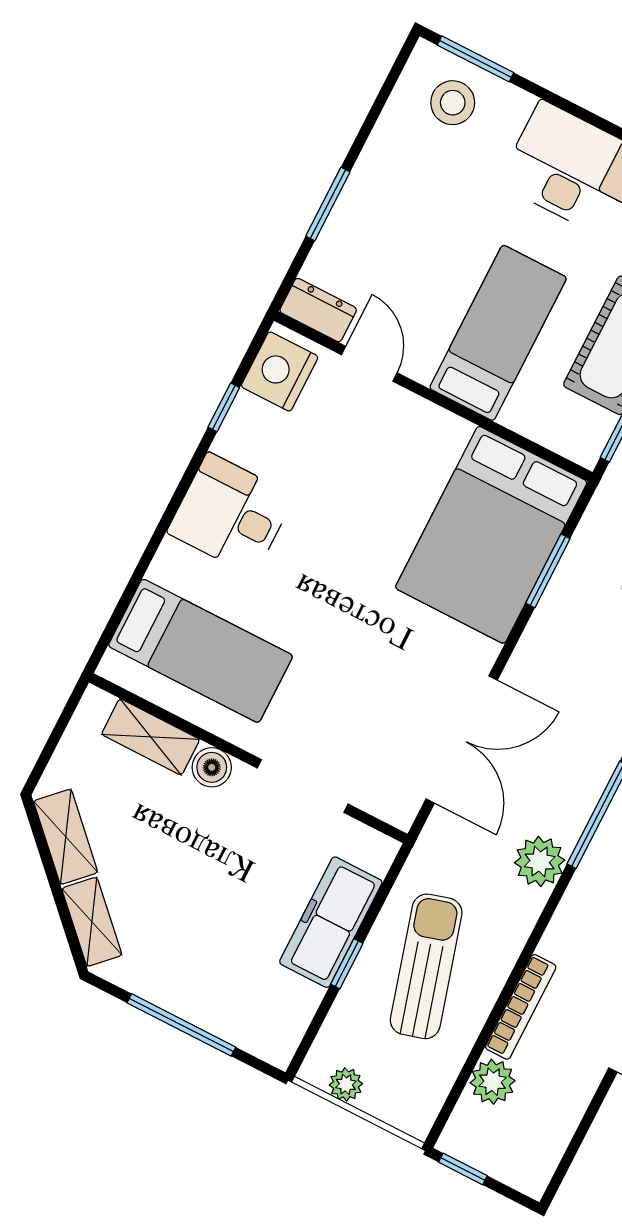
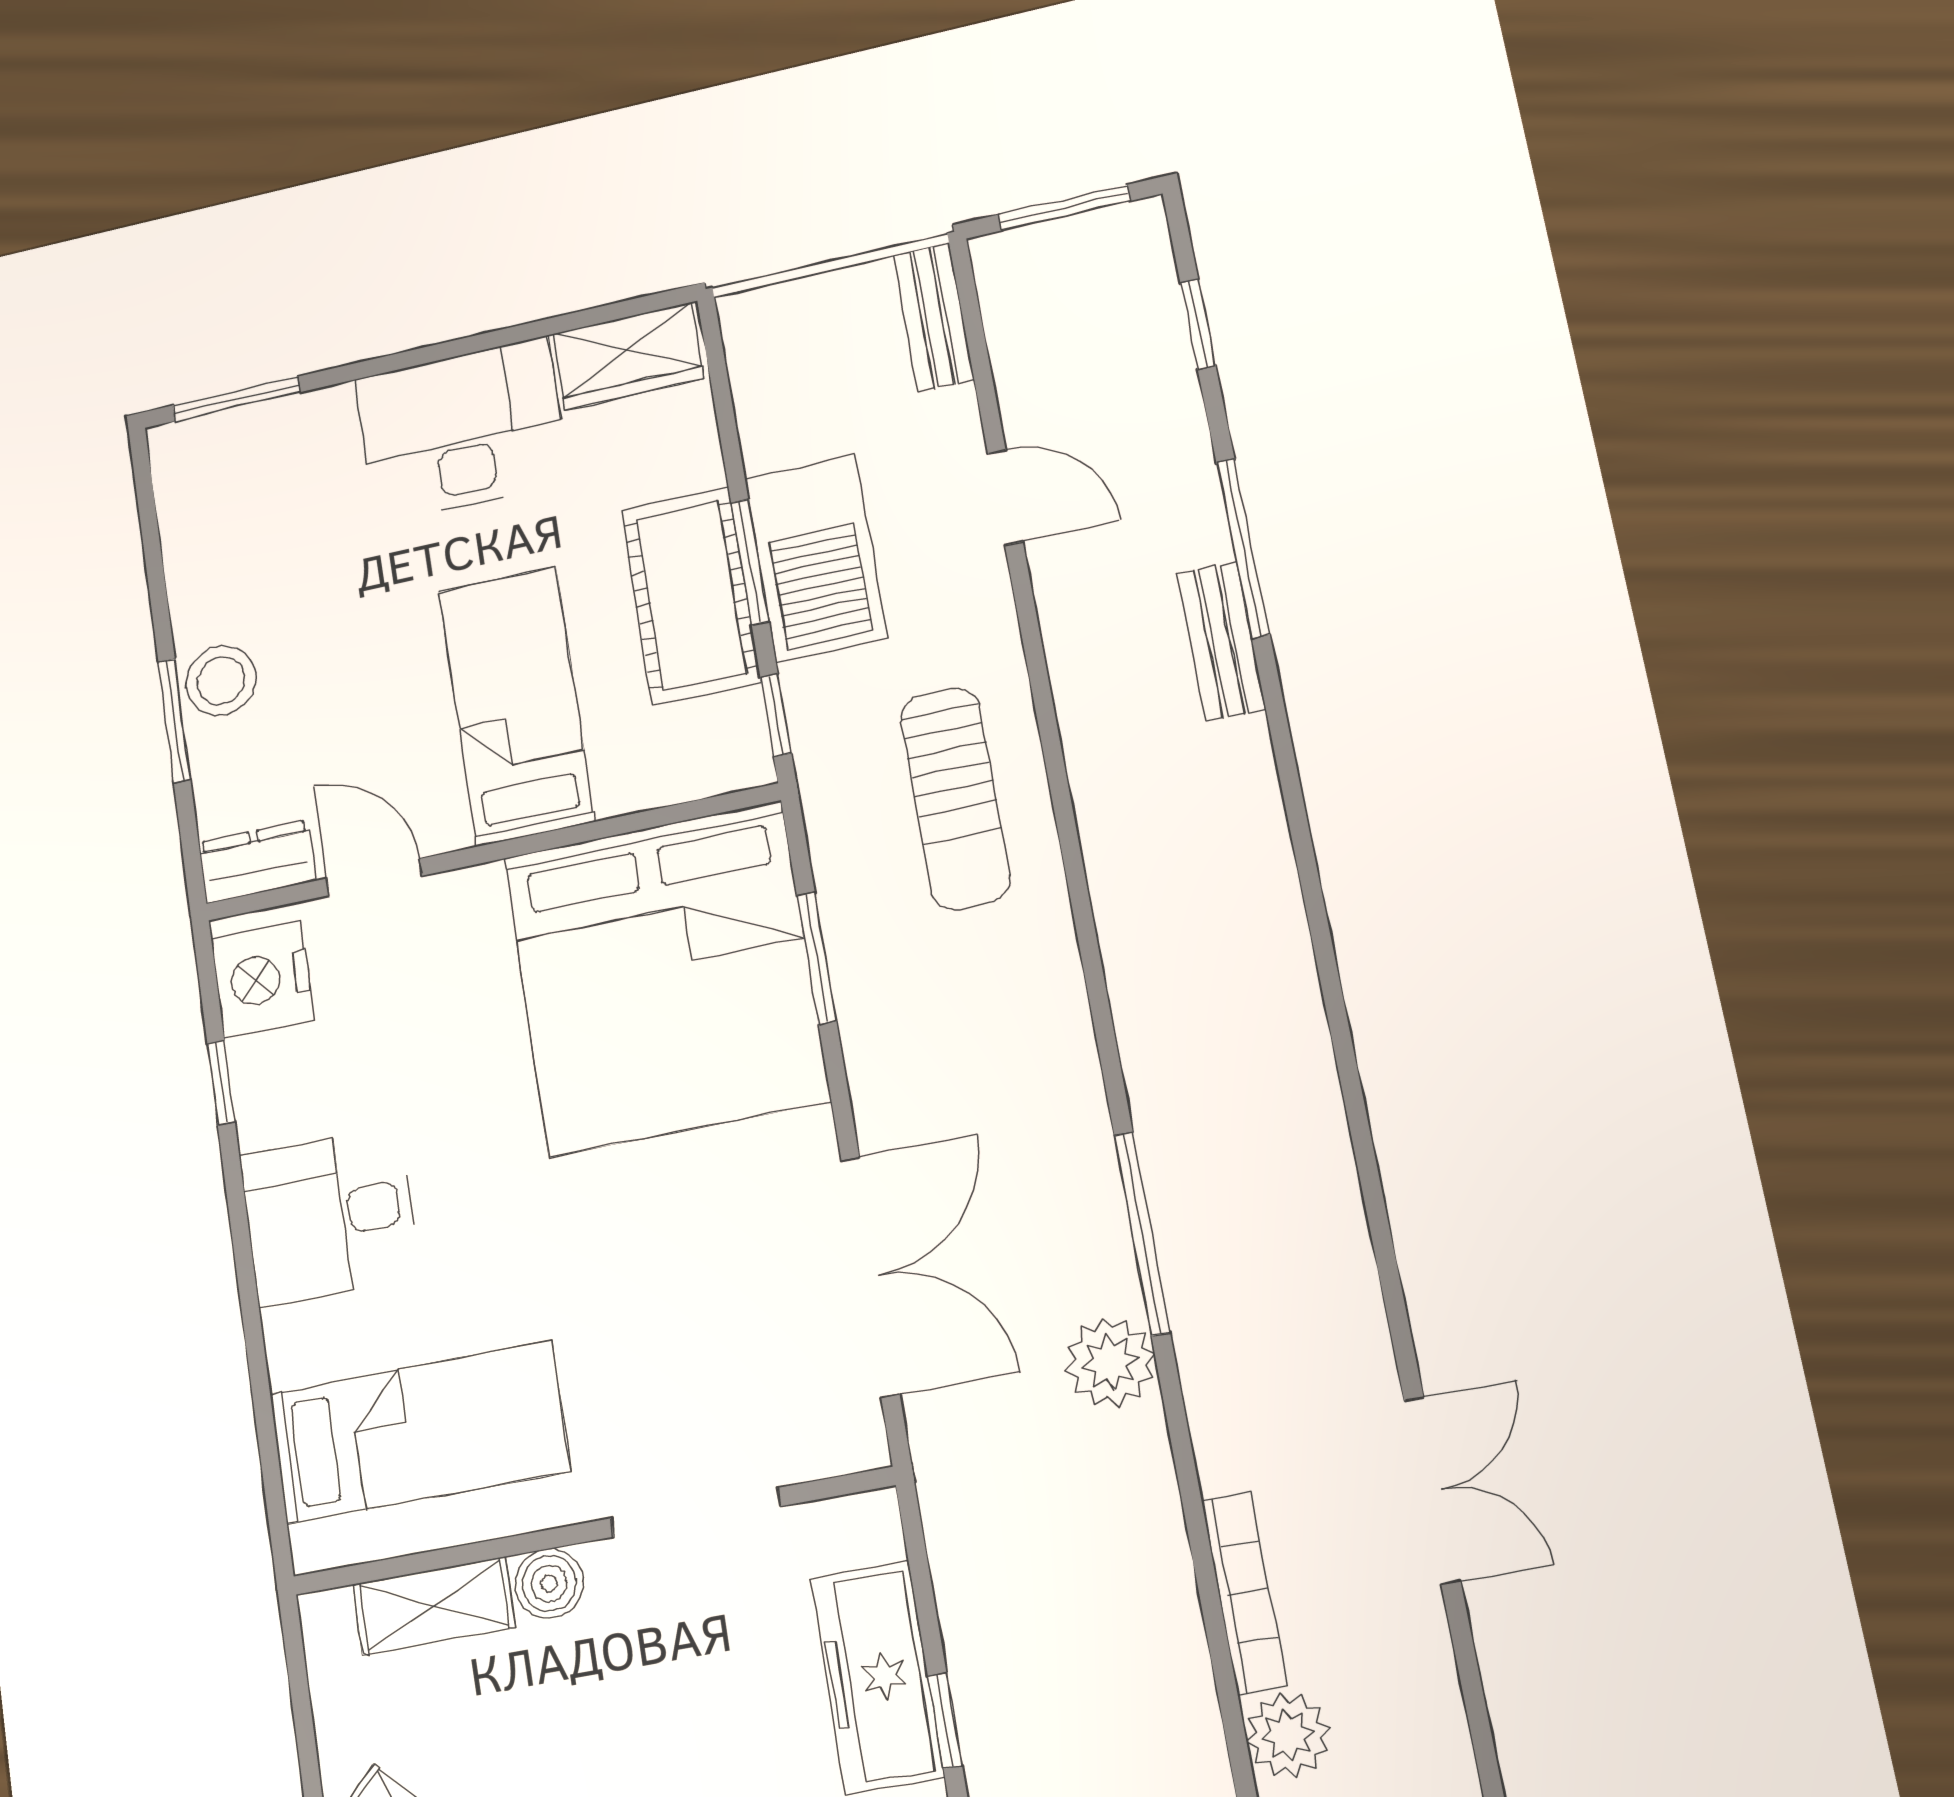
stool: (453, 103) -> (221, 681), moved
bed: (491, 535) -> (666, 978), width x1.36
sun lounger: (426, 966) -> (1062, 1637), removed

